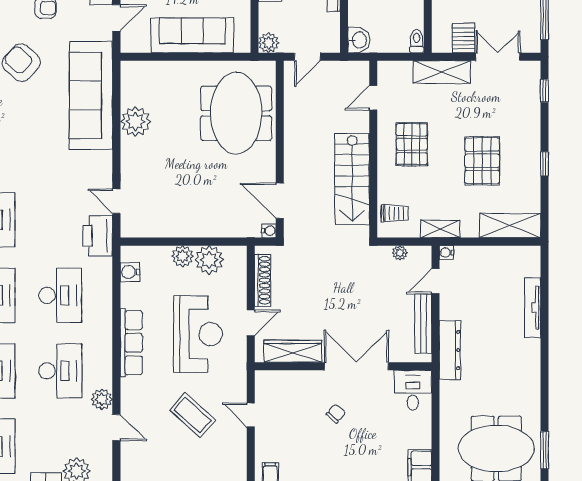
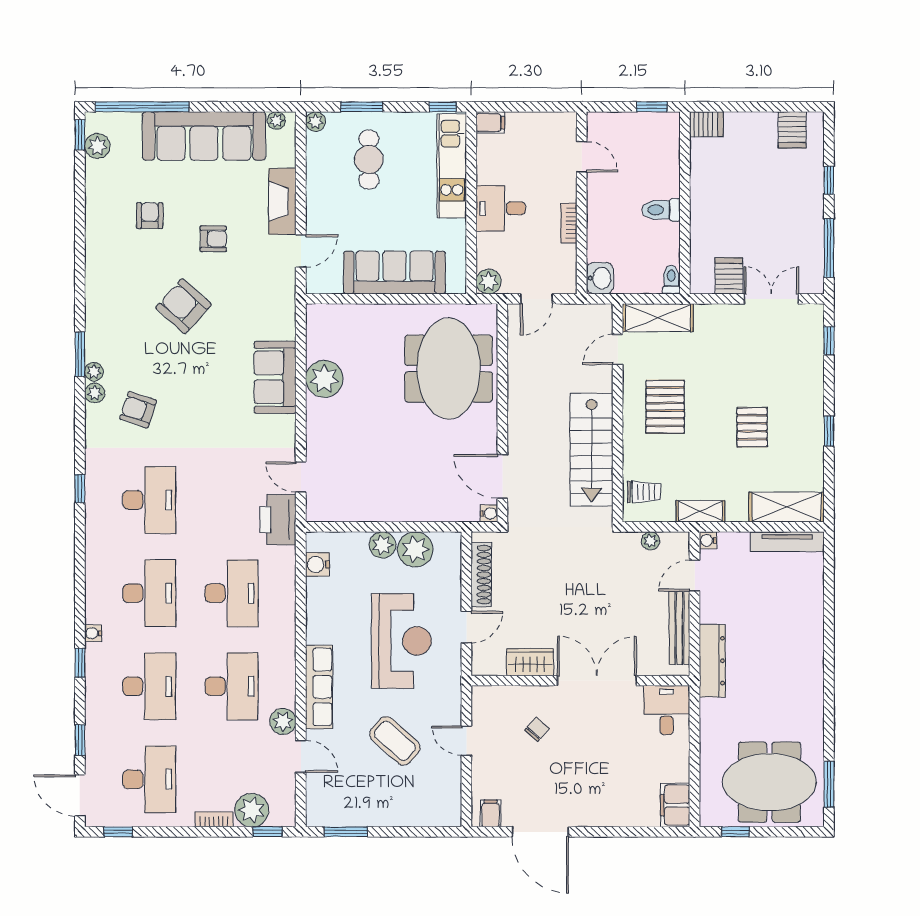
shelving: (442, 72) -> (658, 318), moved
sofa: (91, 95) -> (275, 377), width x0.54, depth x0.79
pallet: (482, 161) -> (752, 427), width x0.67, depth x0.71
tv unit: (533, 308) -> (787, 542), moved, turned -90
row of seats: (131, 343) -> (319, 687), moved
wardrobe: (293, 351) -> (530, 662), width x0.67
chair: (336, 413) -> (537, 729), moved

